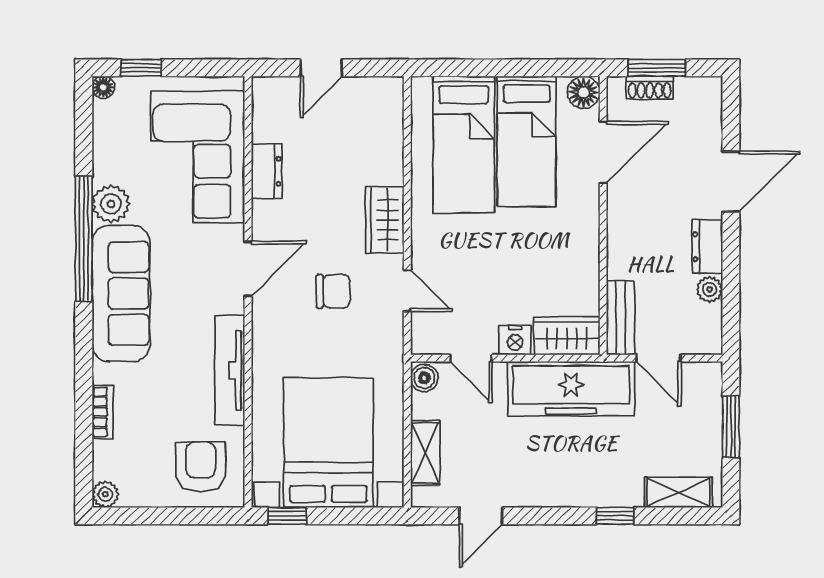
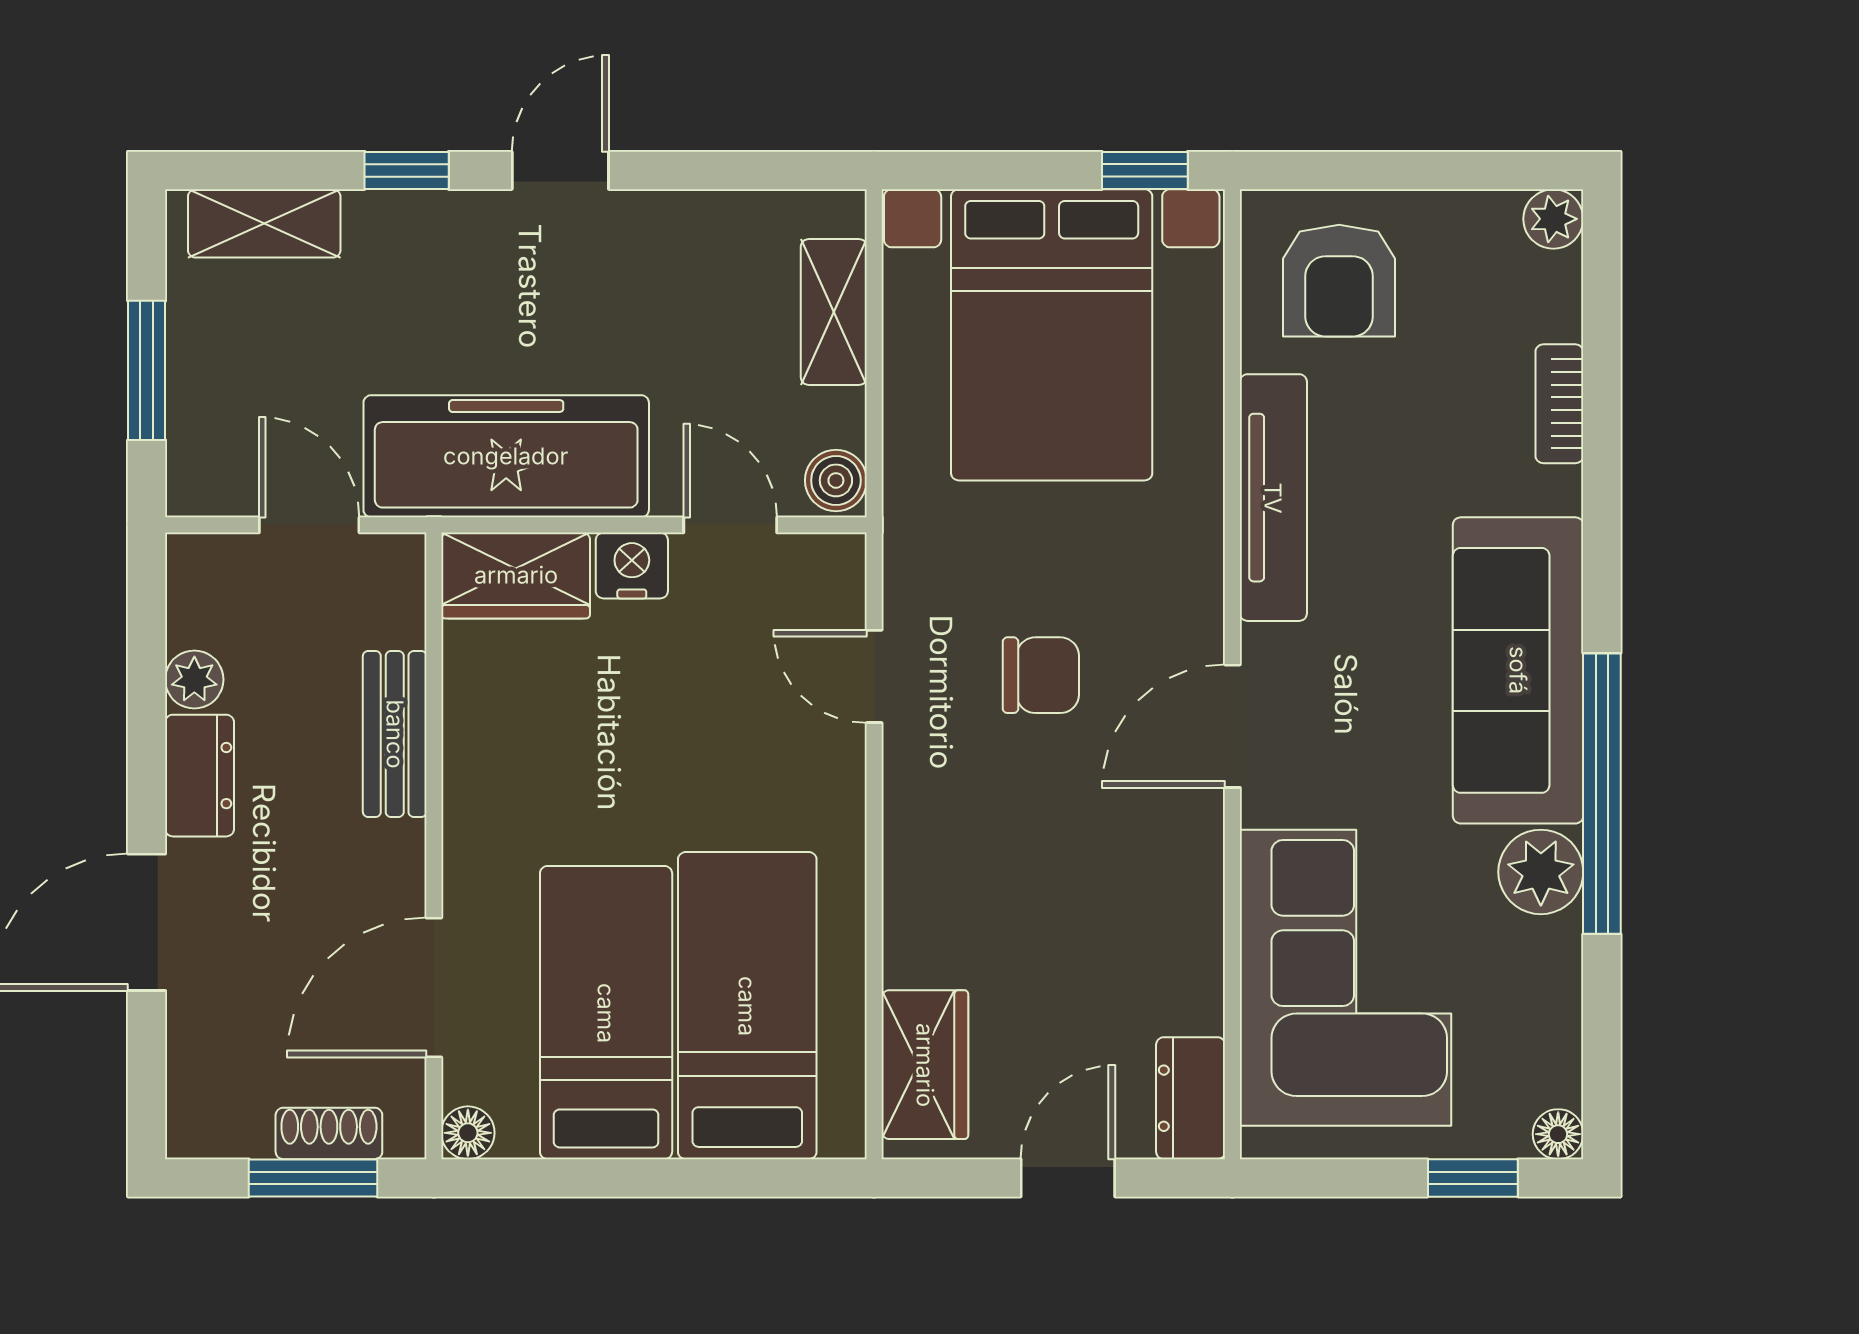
floor lamp: (584, 92) -> (468, 1133), width x0.73, depth x0.73
dresser: (267, 171) -> (1191, 1098), moved
wardrobe: (385, 220) -> (925, 1065), moved
chair: (333, 291) -> (1041, 675), turned 180
bench: (621, 318) -> (395, 734), moved
door: (481, 516) -> (560, 170), moved

